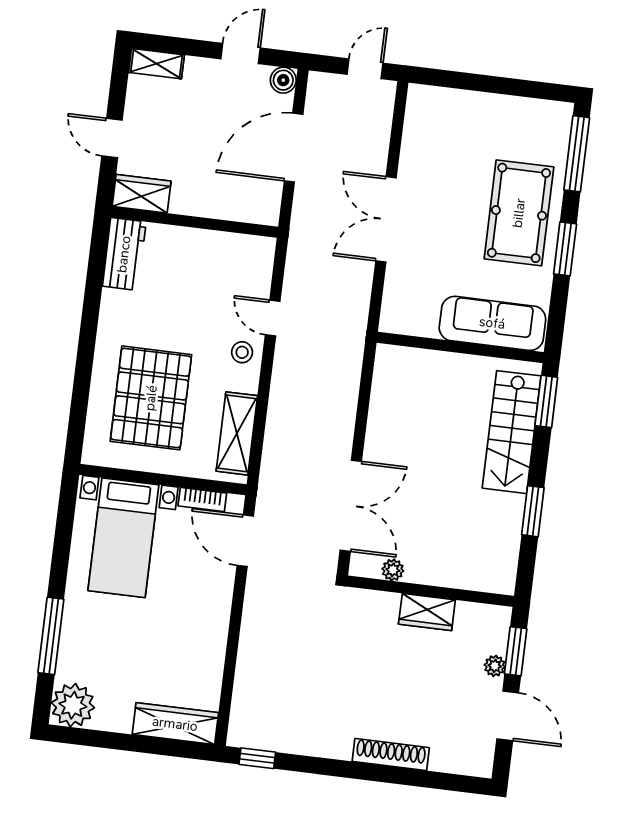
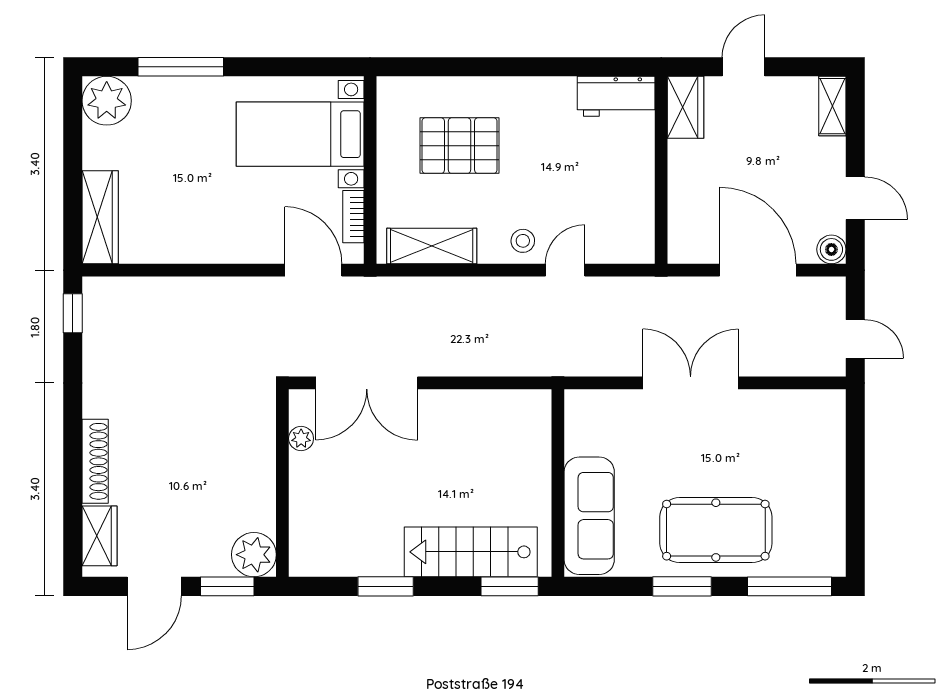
pallet: (151, 398) -> (459, 146), width x0.73, depth x0.71
door: (245, 541) -> (313, 270), hinge flipped
wardrobe: (427, 612) -> (100, 536), moved, turned 180
plant: (495, 666) -> (254, 555), moved, width x1.88, depth x1.88

